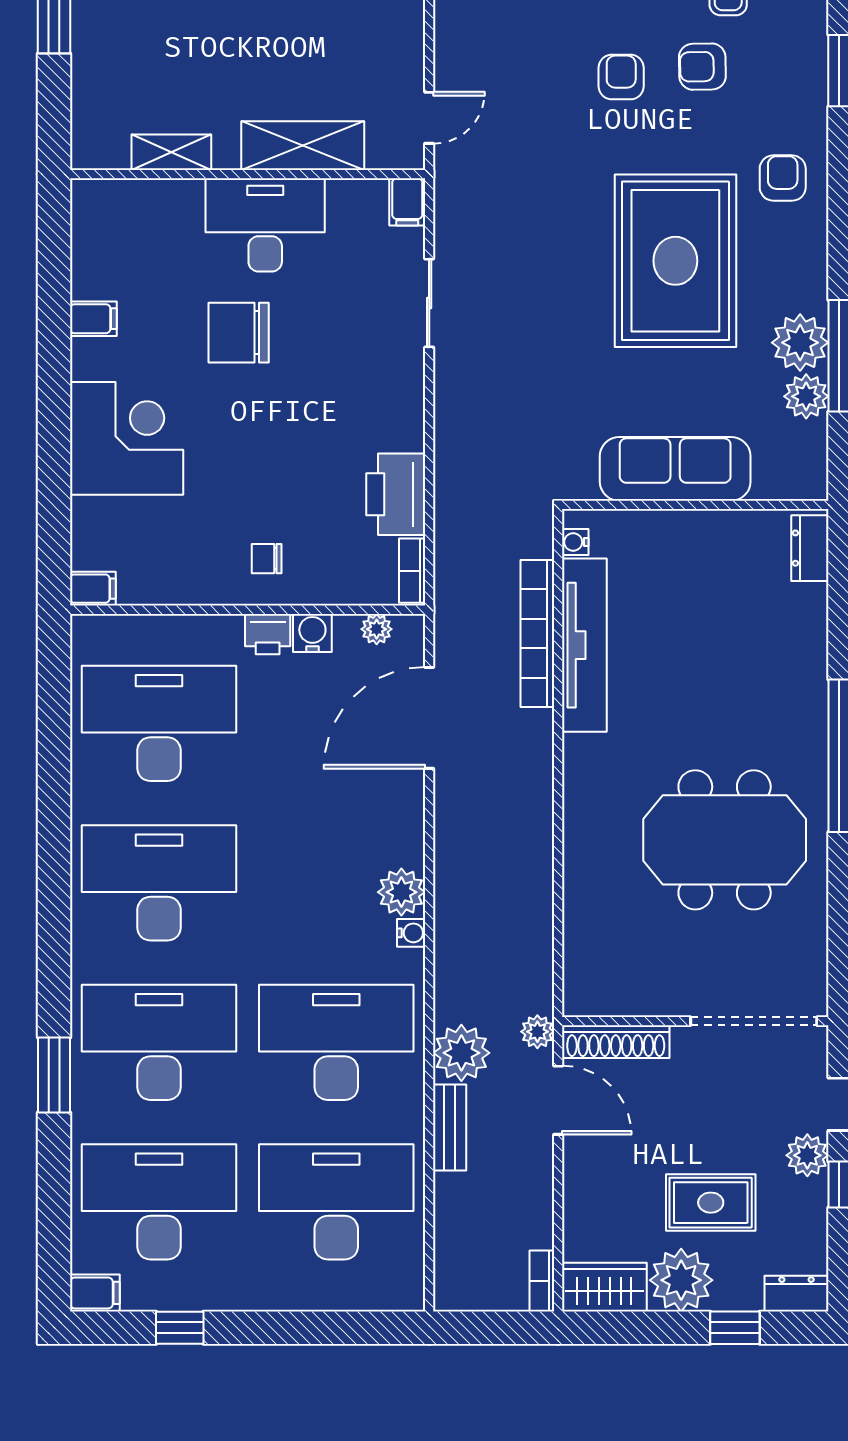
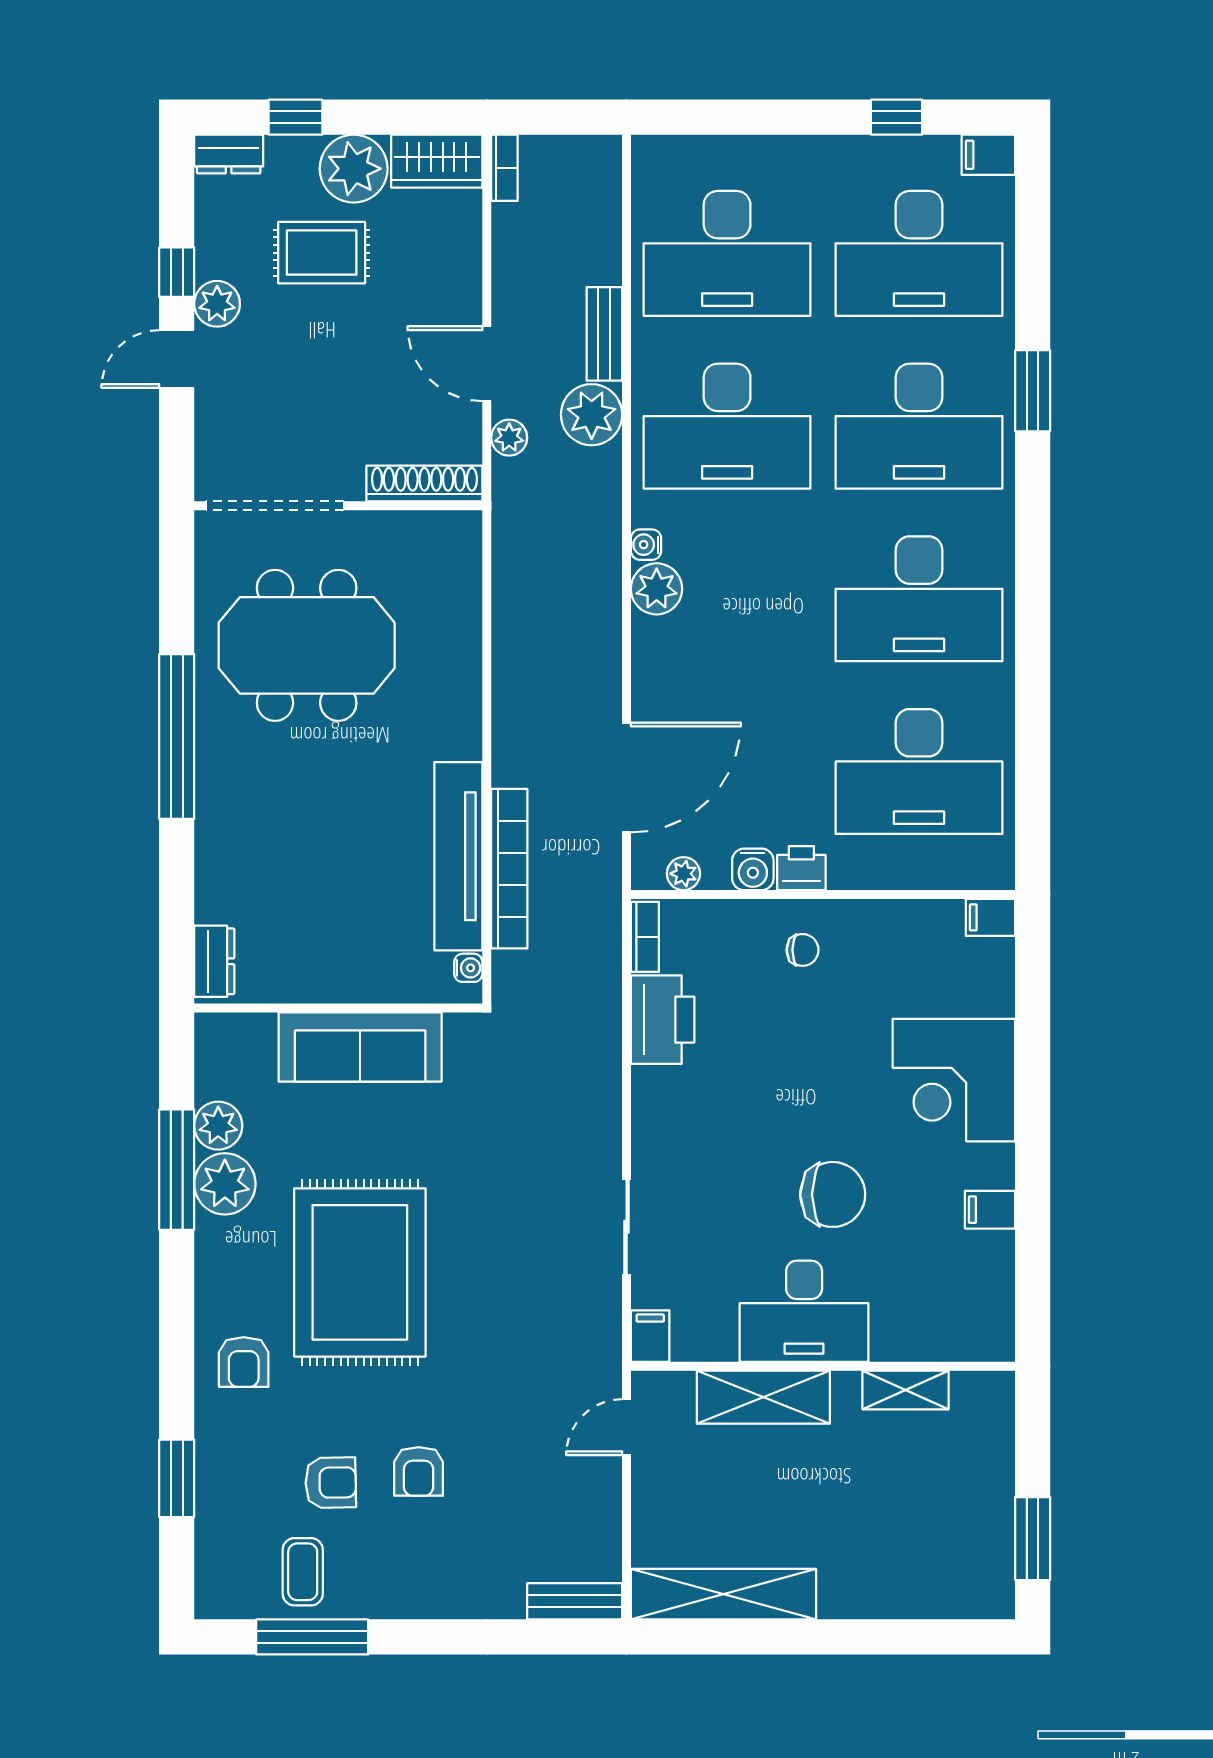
wall: (695, 1021) -> (338, 506), moved
doorway: (754, 1021) -> (275, 506), moved
shoe rack: (616, 1042) -> (424, 484), moved

